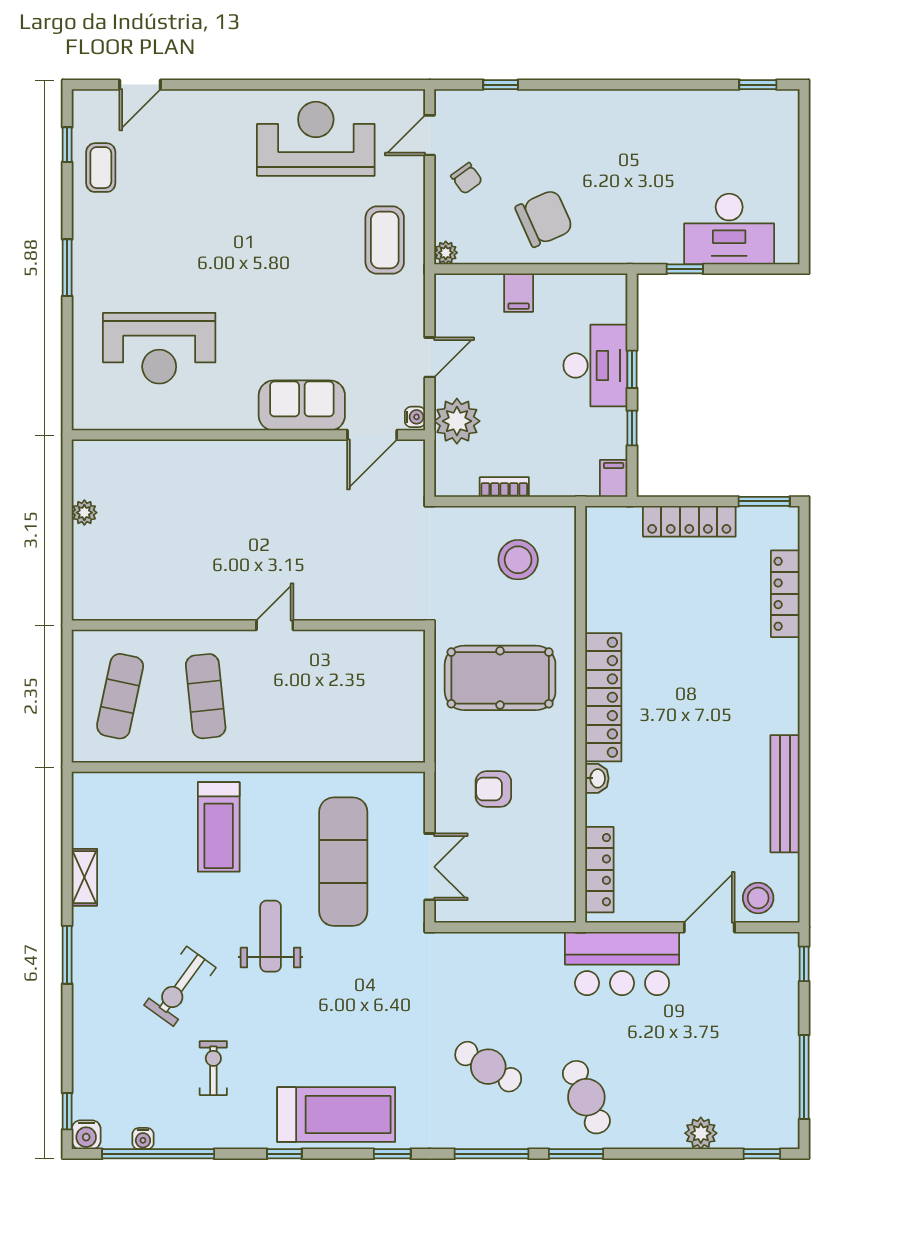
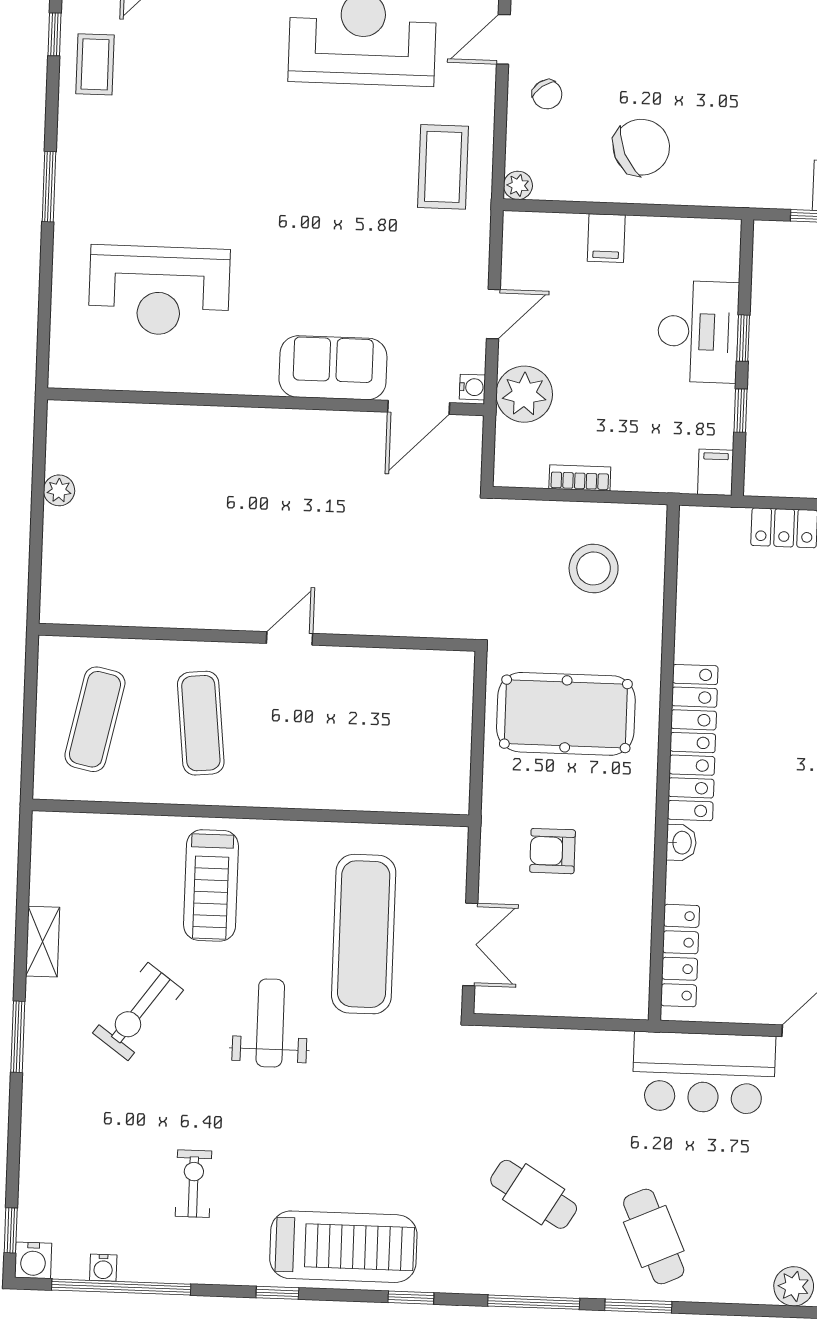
exercise bike: (180, 986) -> (138, 1011), moved

